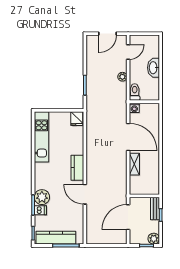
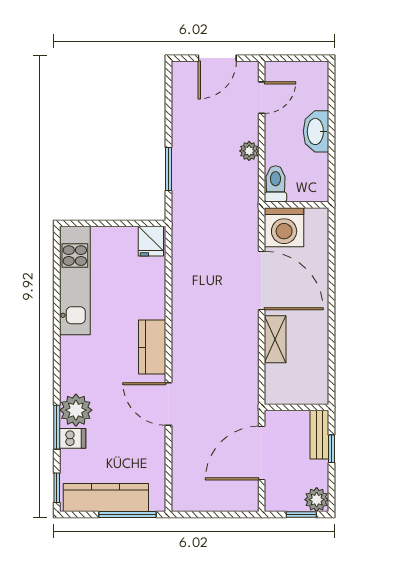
washing machine: (134, 108) -> (284, 227), width x1.89, depth x1.89

